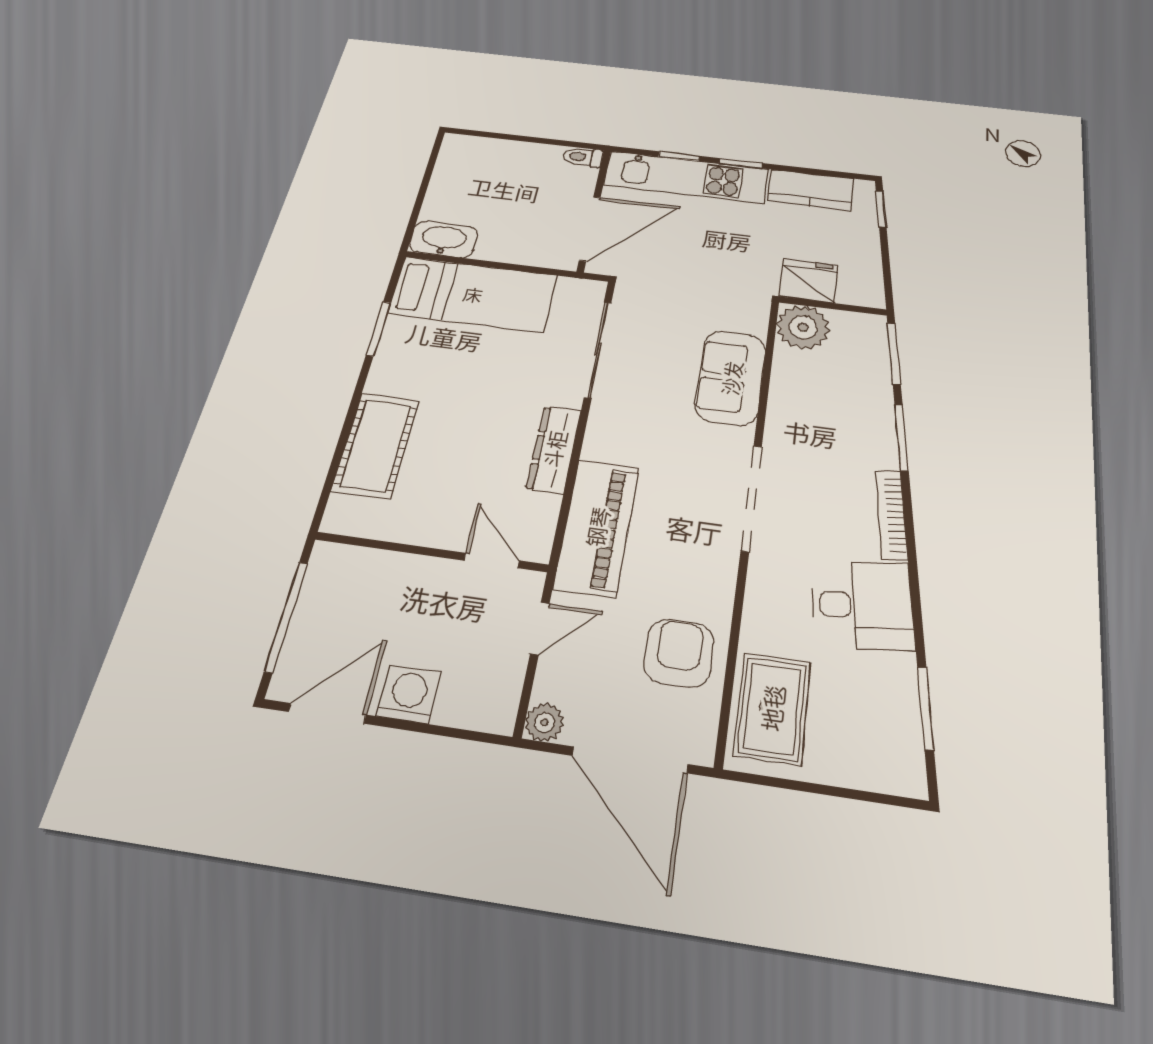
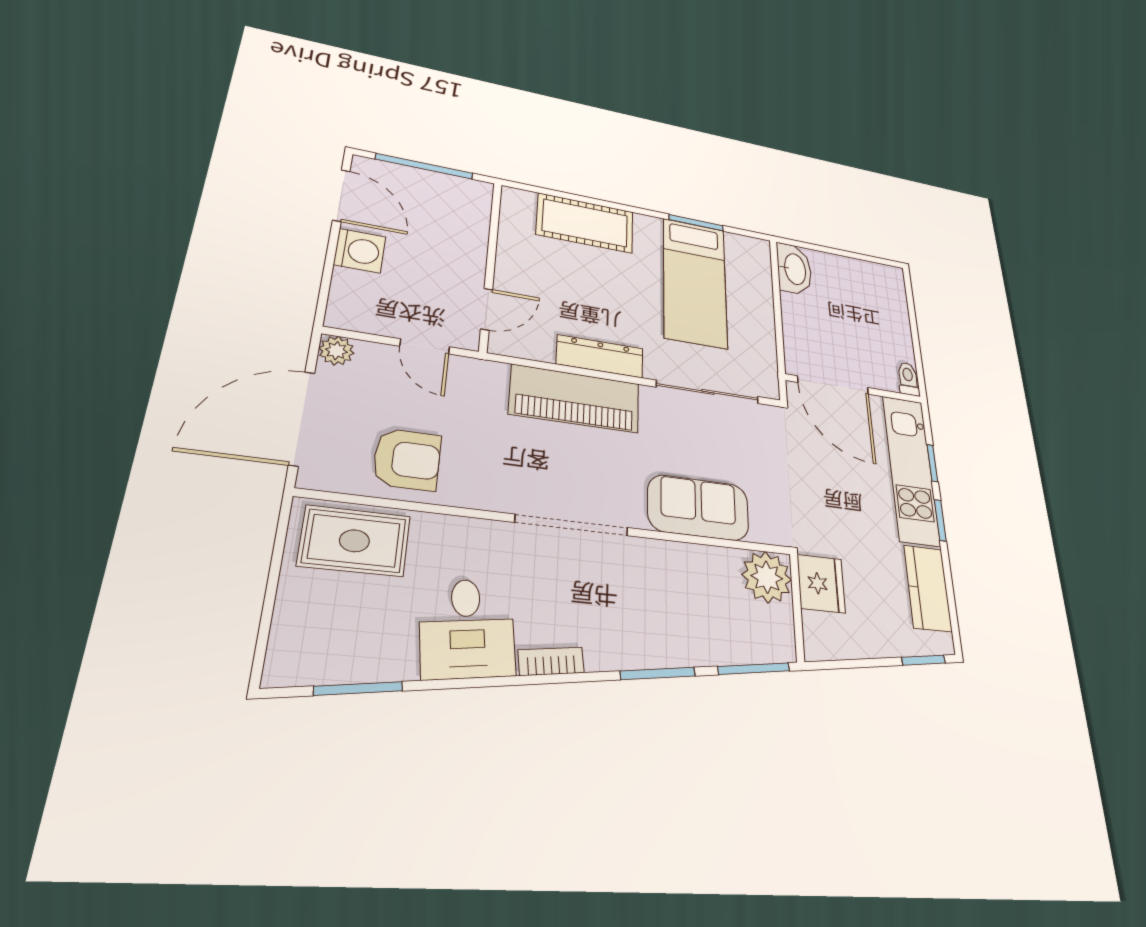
bed: (473, 294) -> (695, 282), moved
bookcase: (891, 515) -> (551, 661), width x0.64
piano: (597, 527) -> (575, 399), moved

